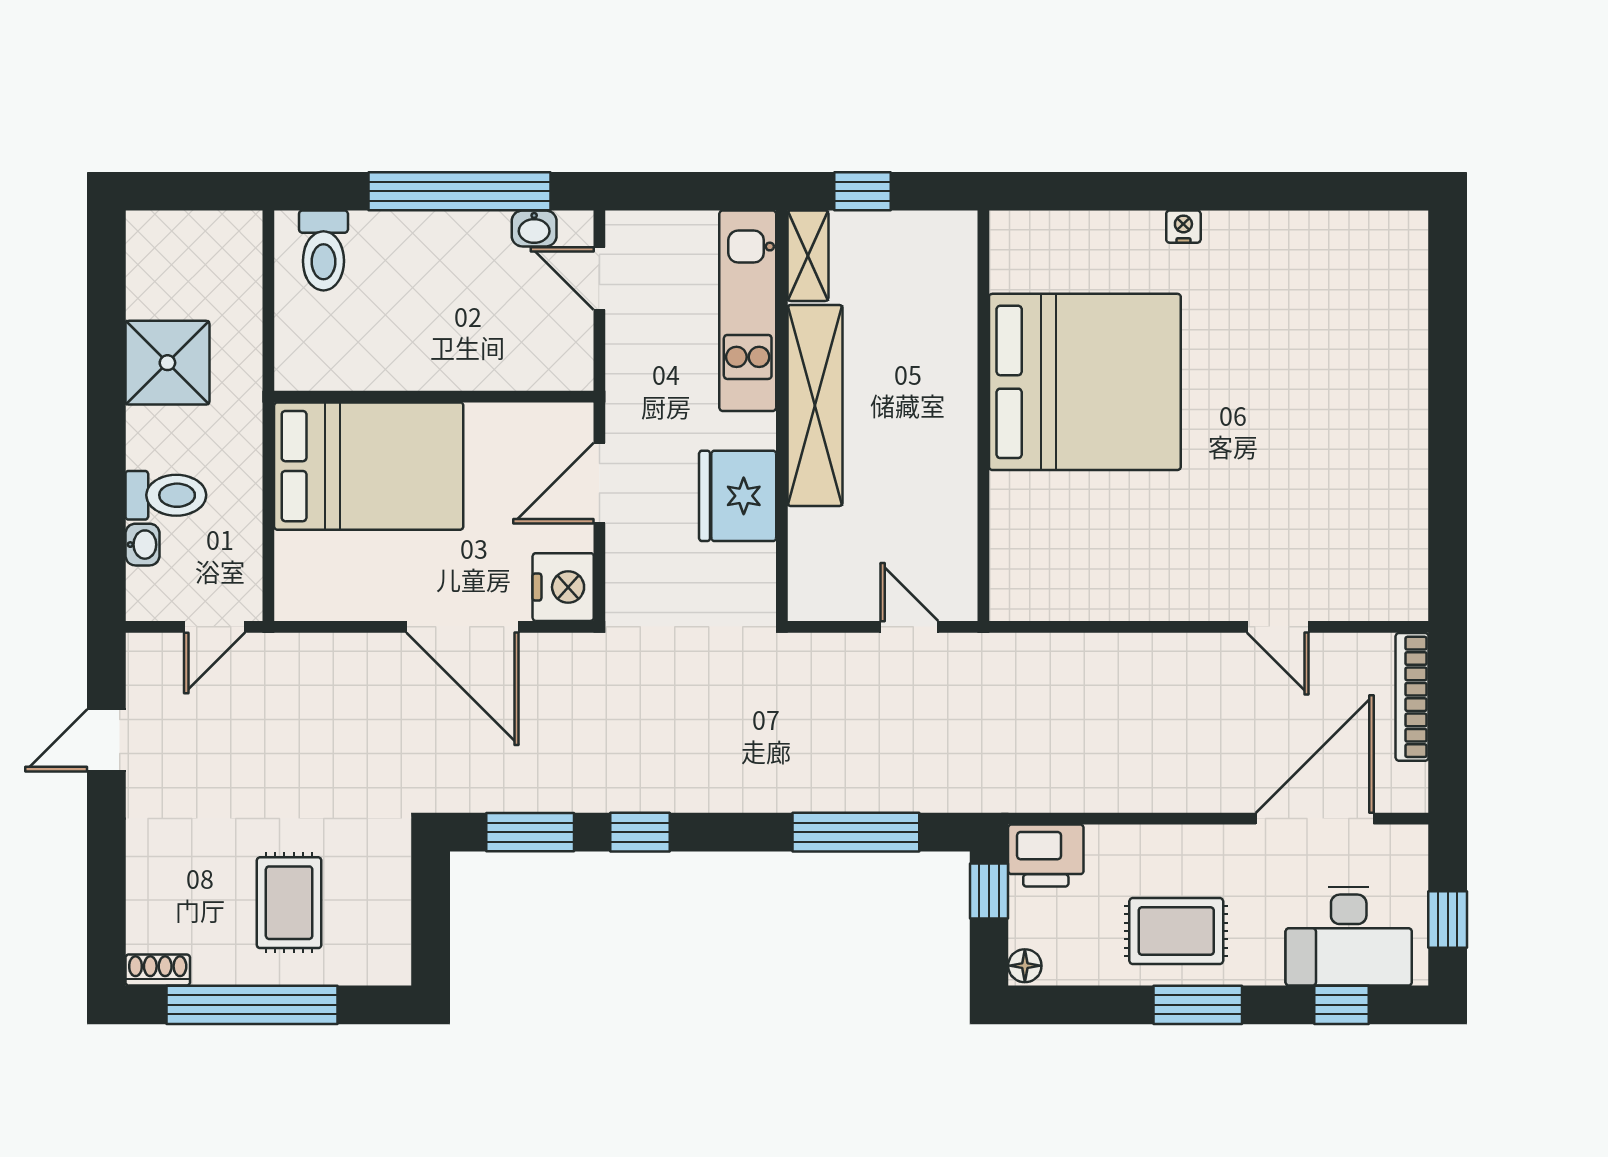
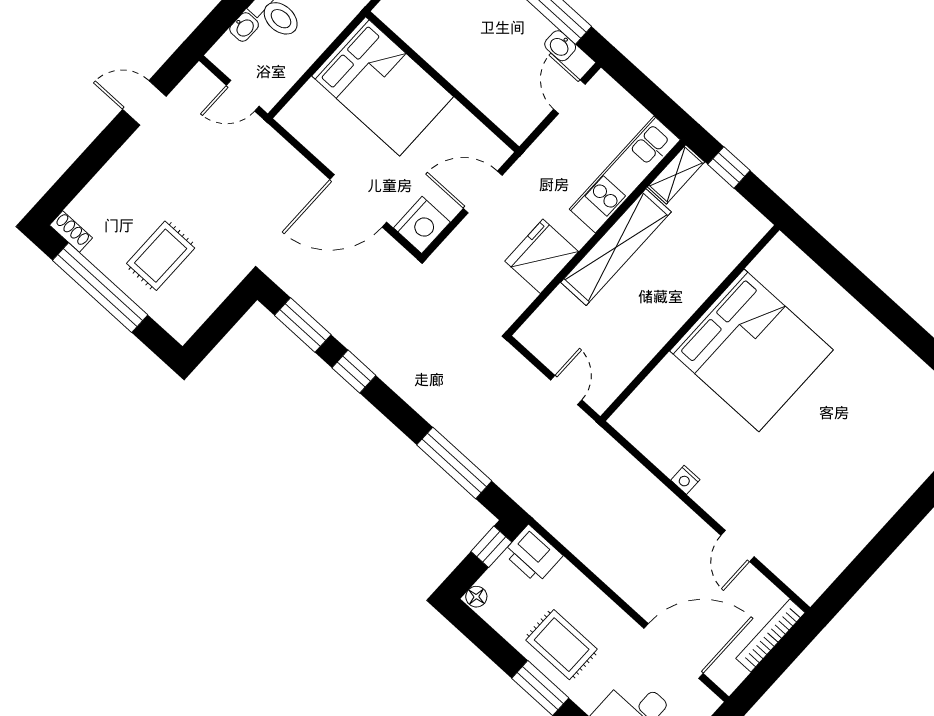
nightstand: (1183, 227) -> (685, 480), moved, turned 180
door: (463, 627) -> (358, 201), hinge flipped

